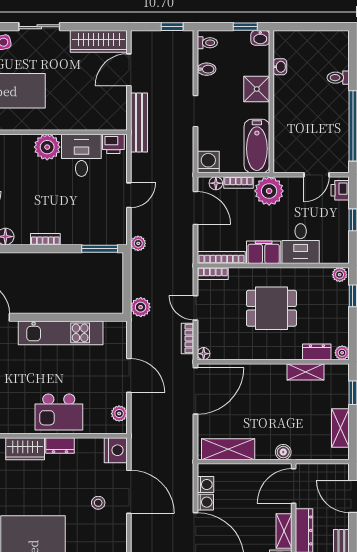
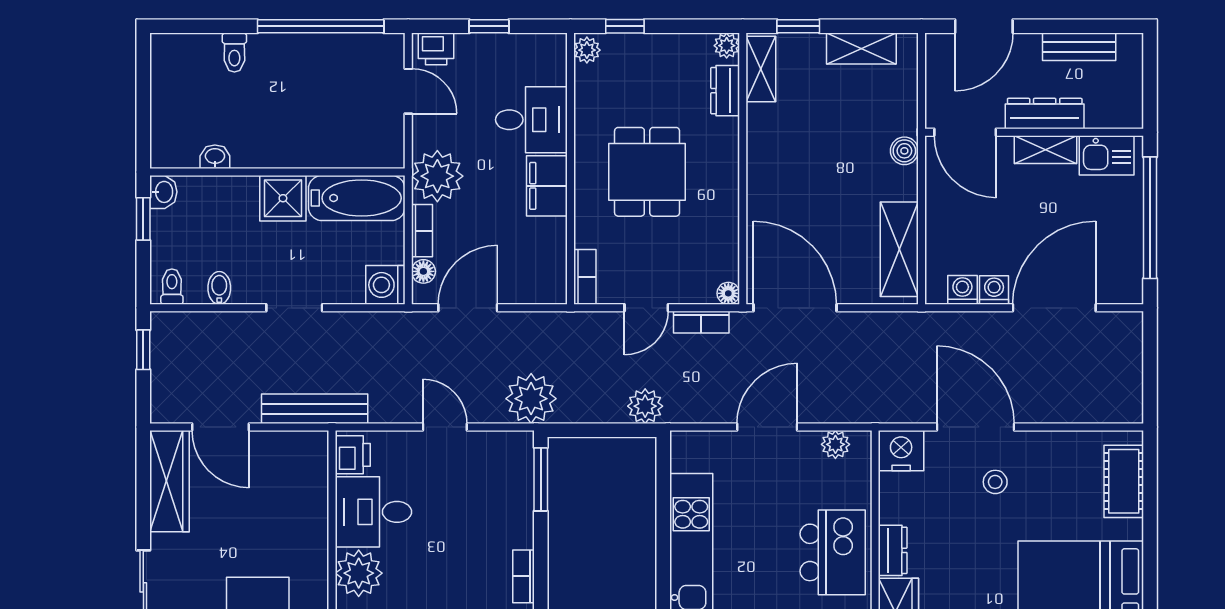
shower: (257, 89) -> (283, 198), moved
plant: (138, 243) -> (531, 399), width x1.87, depth x1.87
bookcase: (221, 258) -> (556, 261), removed
shelving: (305, 372) -> (761, 69), moved
door: (129, 492) -> (975, 427), hinge flipped

